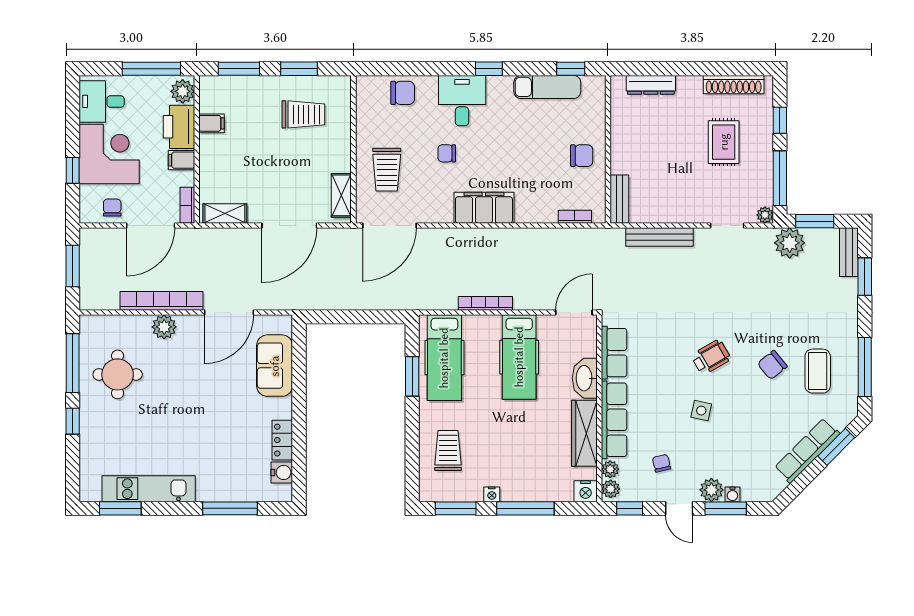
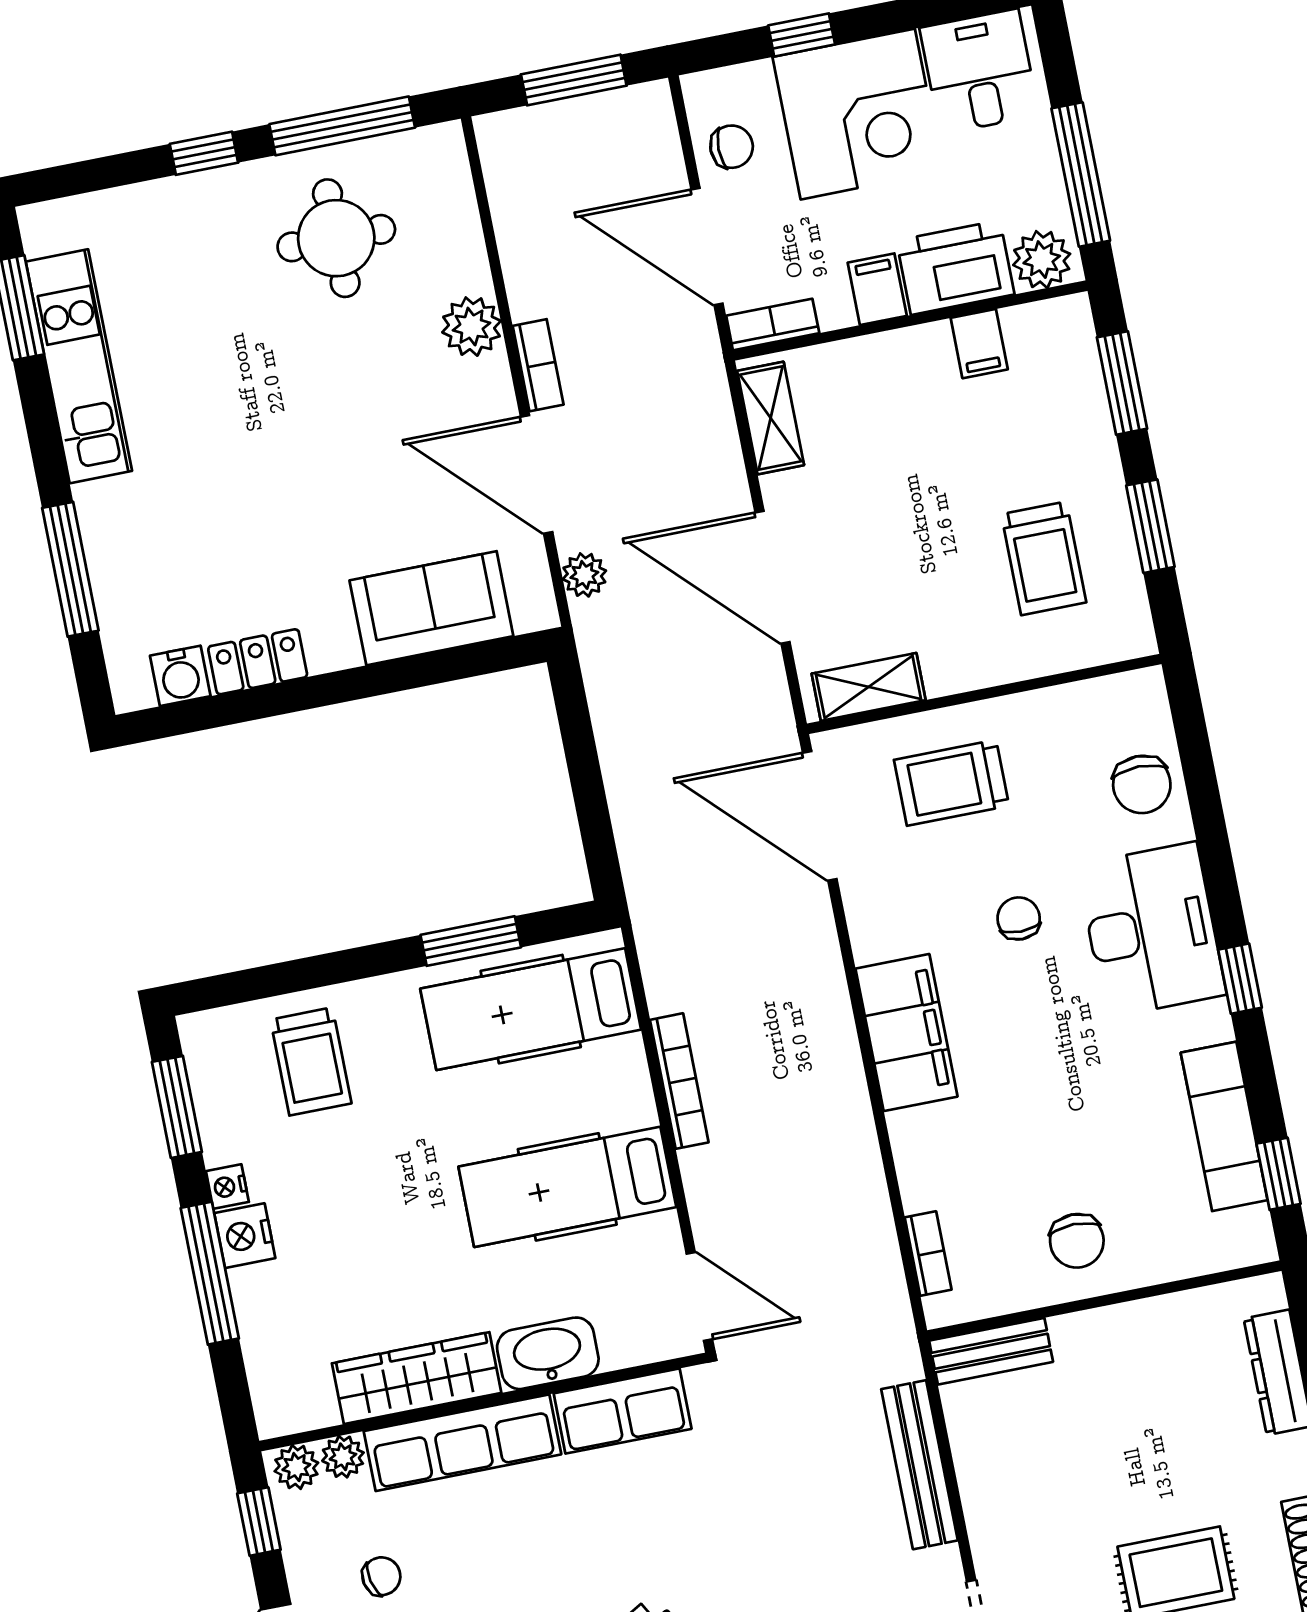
desk: (462, 101) -> (1151, 930), width x1.37
bookcase: (161, 301) -> (538, 365), width x0.43, depth x0.76
plant: (273, 301) -> (584, 575), added
trolley: (448, 451) -> (311, 1061), turned 90
nightstand: (586, 491) -> (245, 1236), moved

